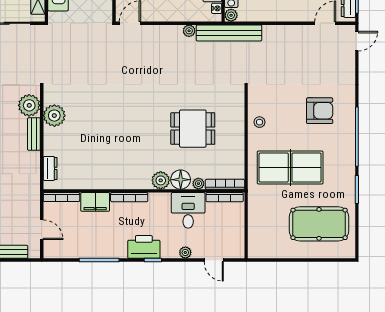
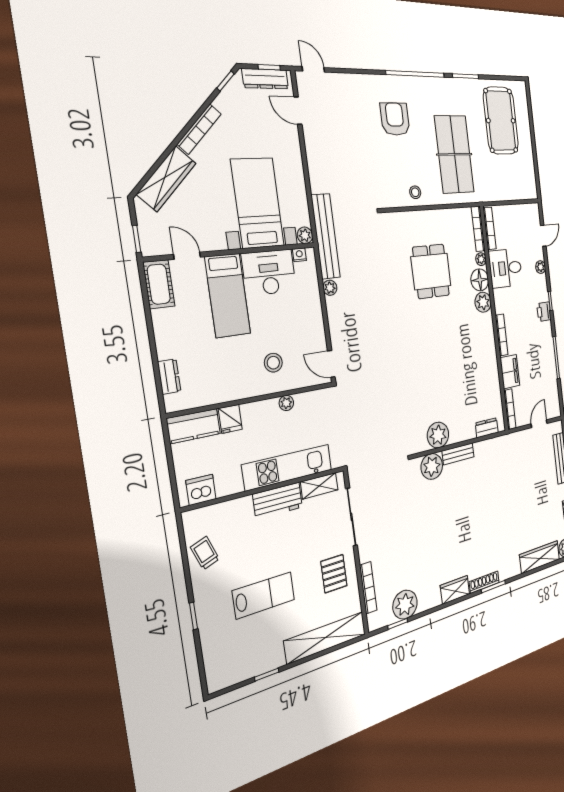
printer: (144, 247) -> (544, 312), width x0.53, depth x0.68

